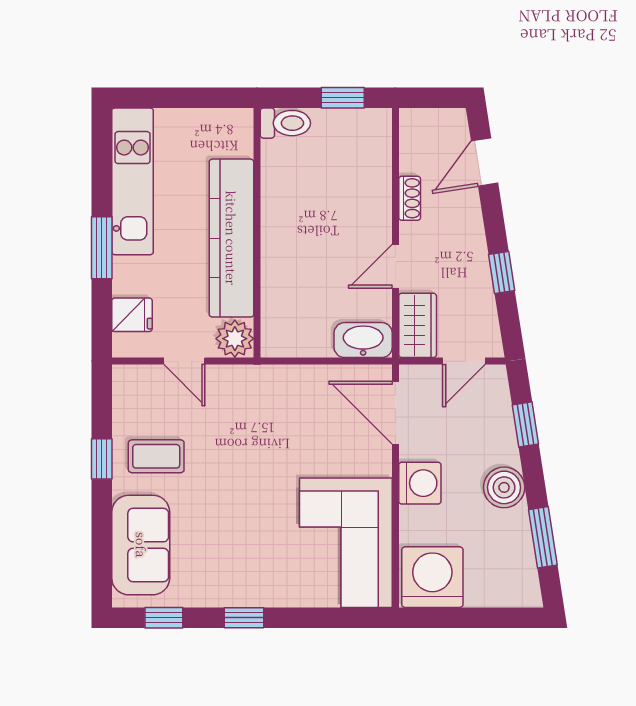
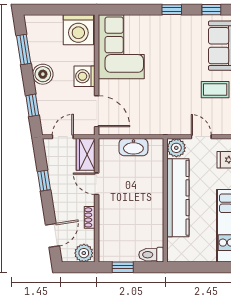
plant: (421, 126) -> (84, 253), added
door: (395, 266) -> (97, 184), swing flipped
washbasin: (363, 340) -> (133, 147), moved

